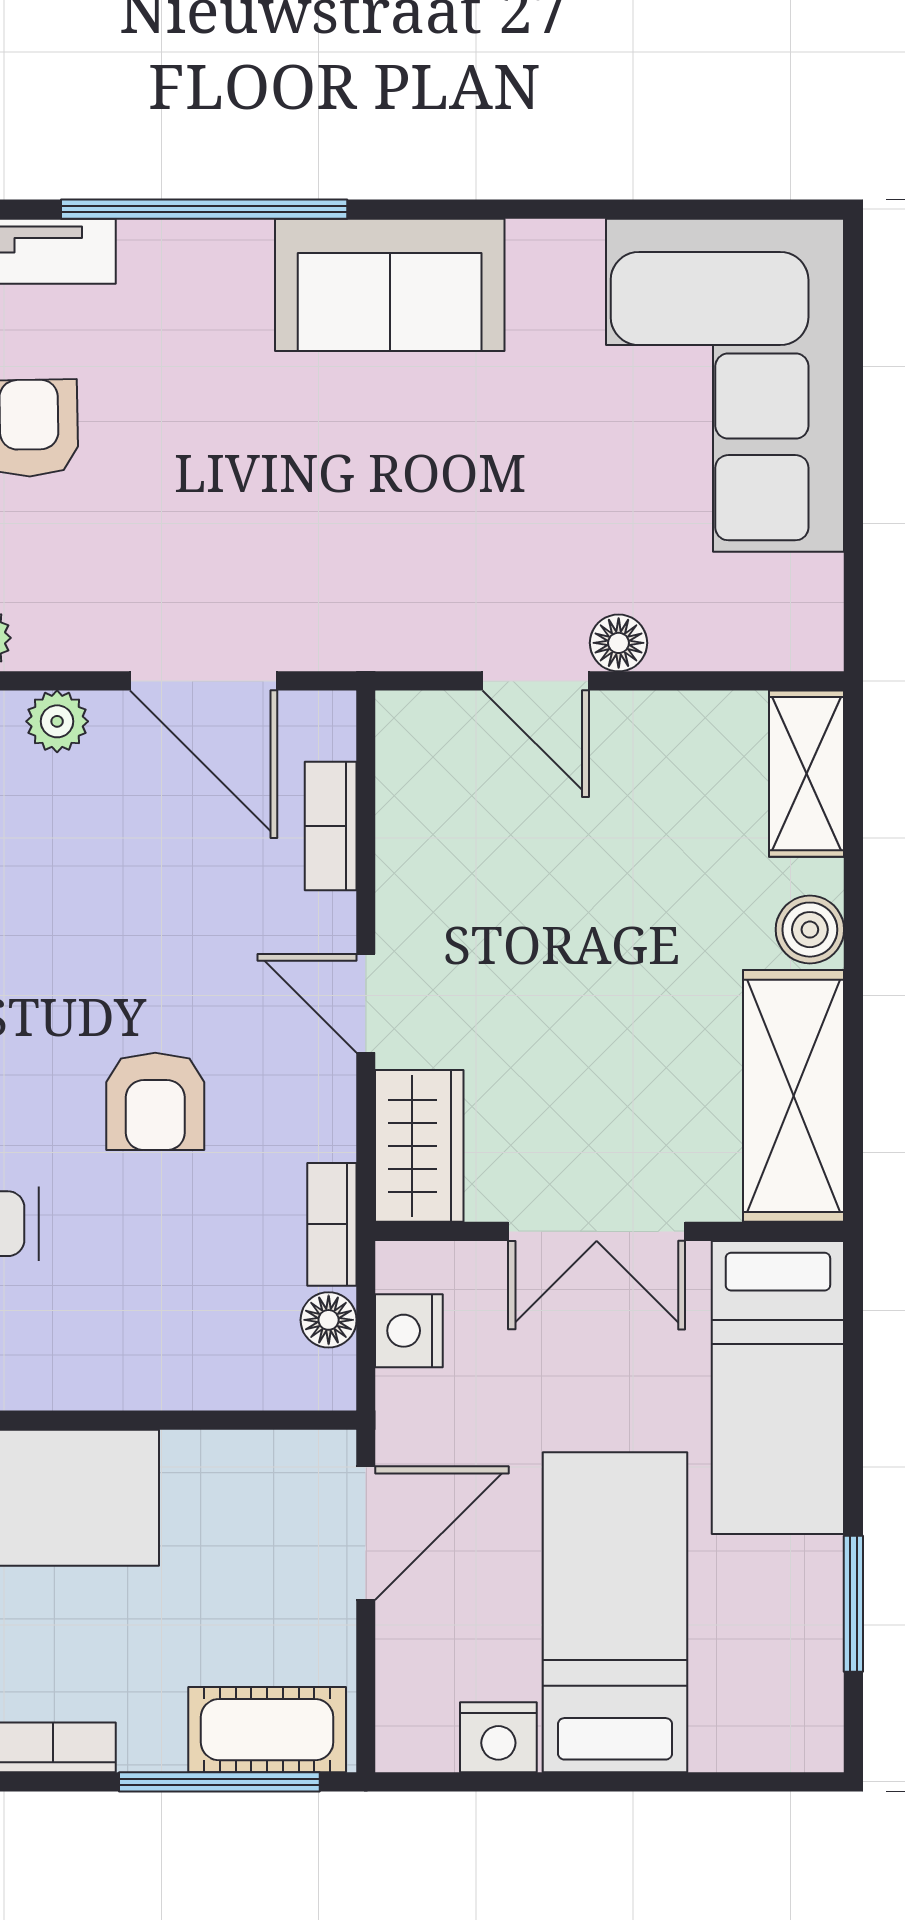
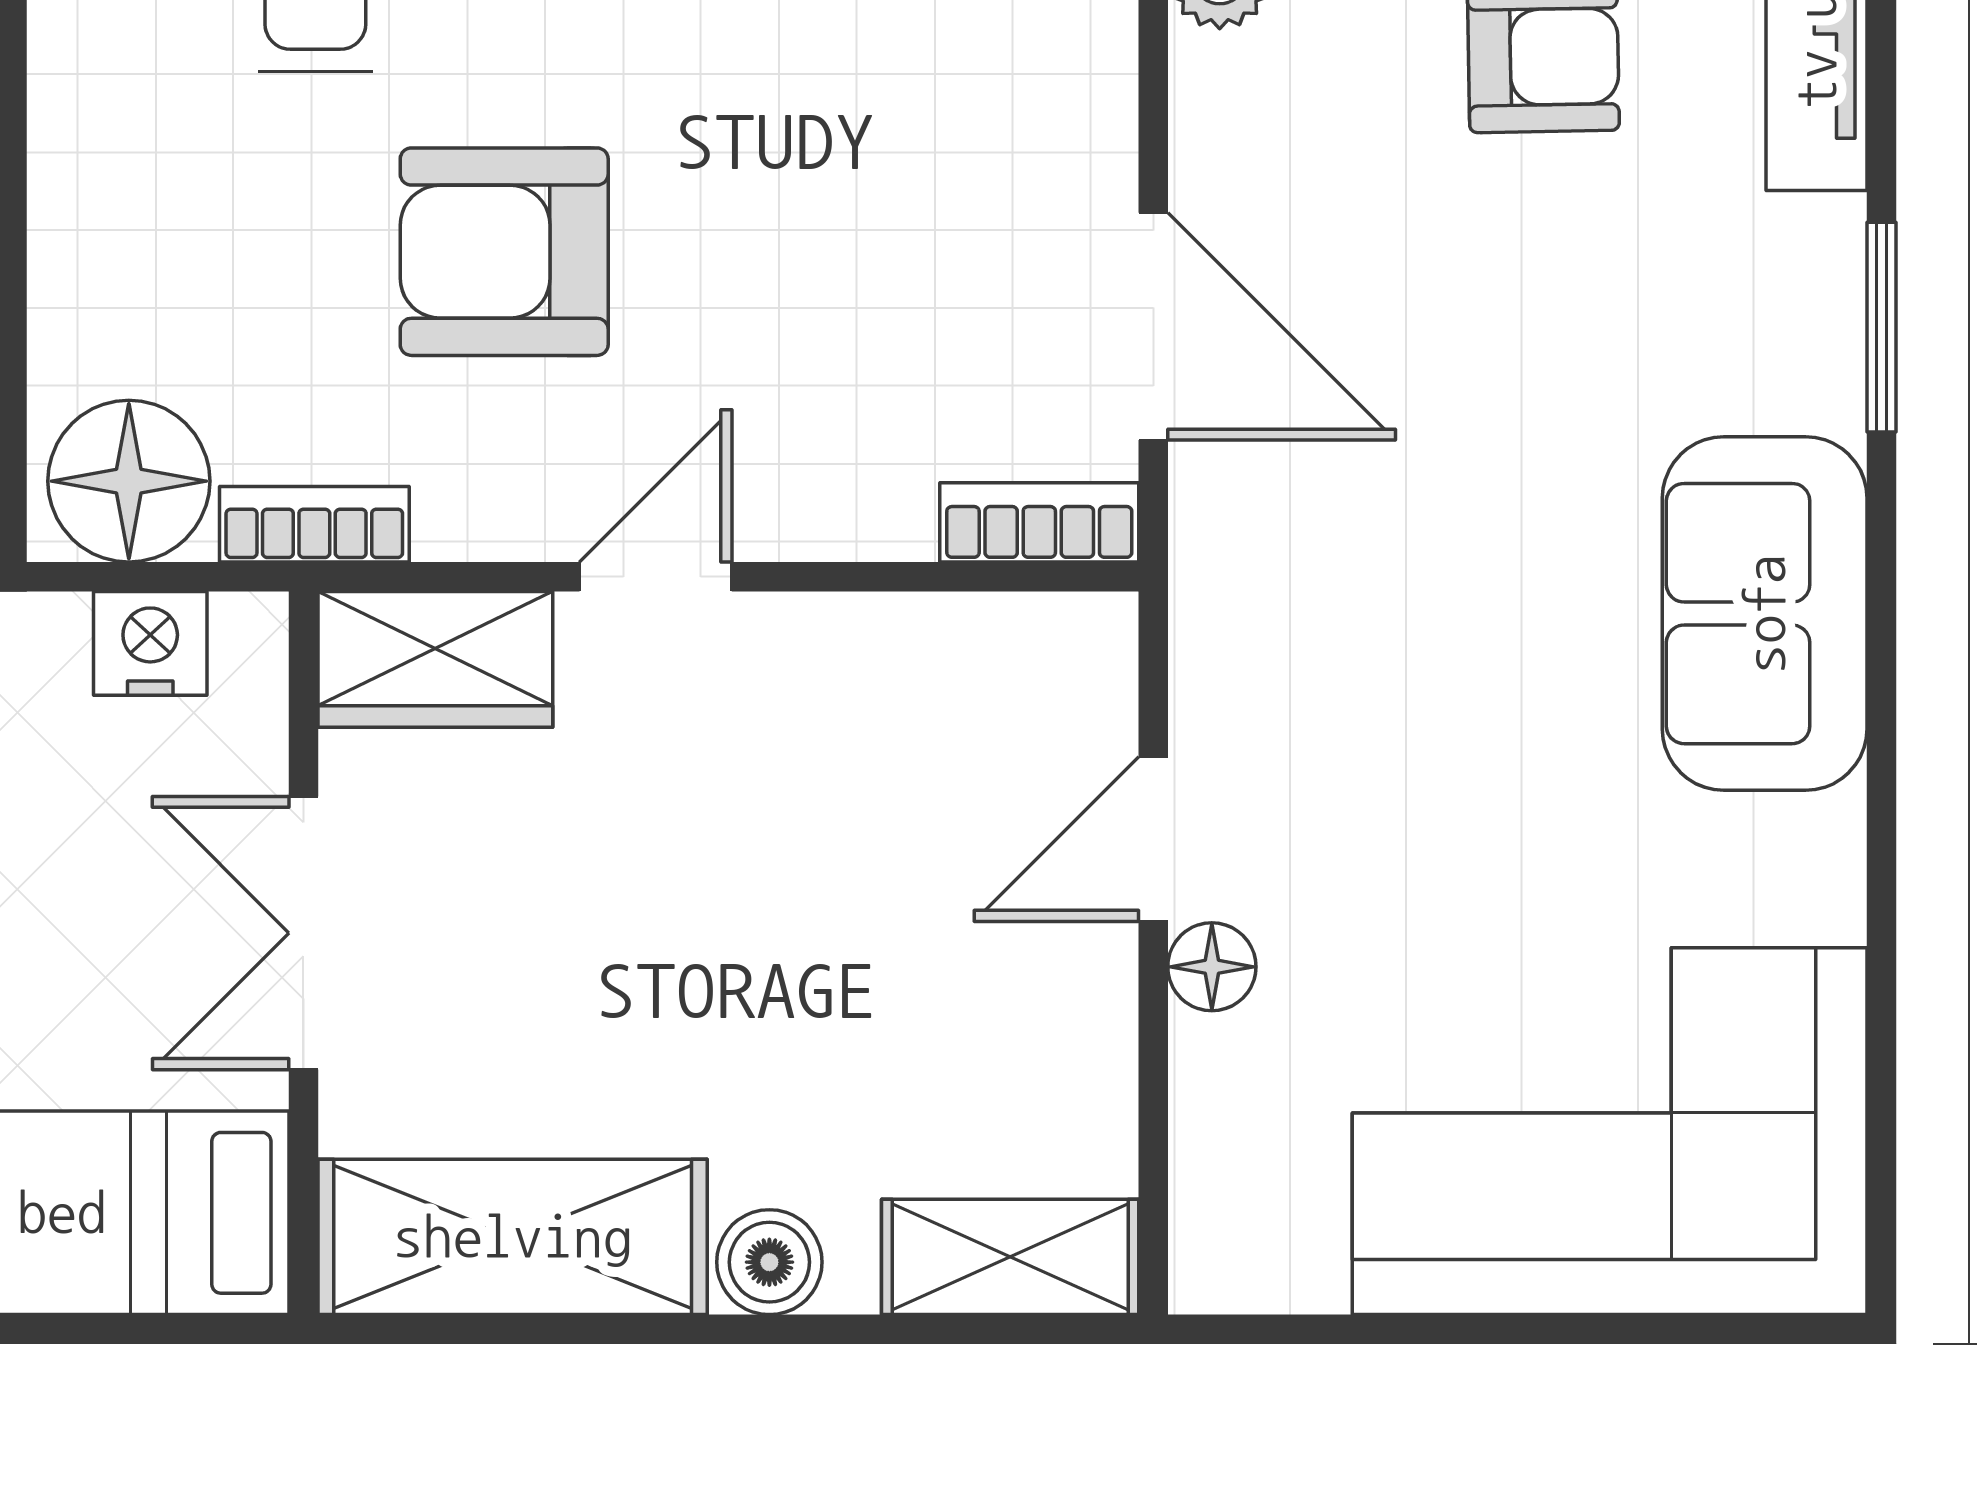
window: (204, 209) -> (1882, 327), width x0.47
door: (204, 681) -> (1153, 326), swing flipped
plant: (57, 721) -> (1091, 100), removed
bookcase: (331, 826) -> (1039, 522), moved
armchair: (155, 1101) -> (504, 252), width x1.38, depth x1.38
floor lamp: (329, 1320) -> (129, 481), width x1.89, depth x1.89

